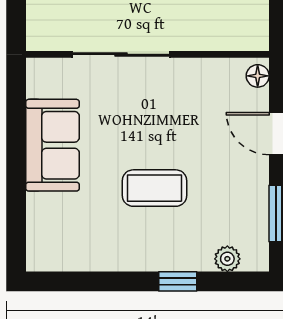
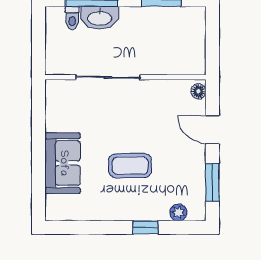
sofa: (52, 145) -> (63, 163), moved

